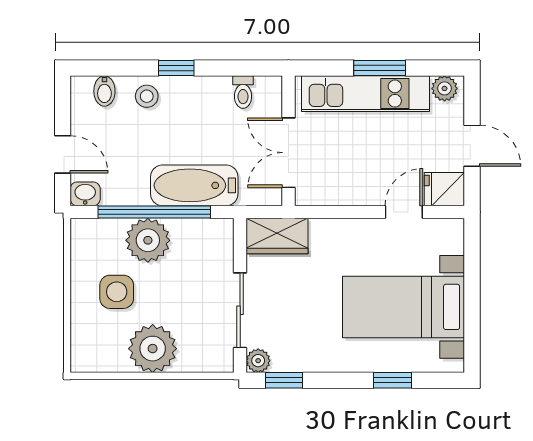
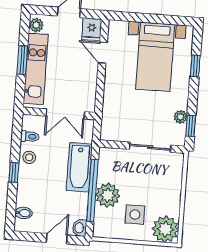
stool: (147, 96) -> (29, 157), moved
wardrobe: (277, 236) -> (111, 124), removed
plant: (153, 349) -> (165, 229), moved
plant: (258, 361) -> (180, 117), moved

